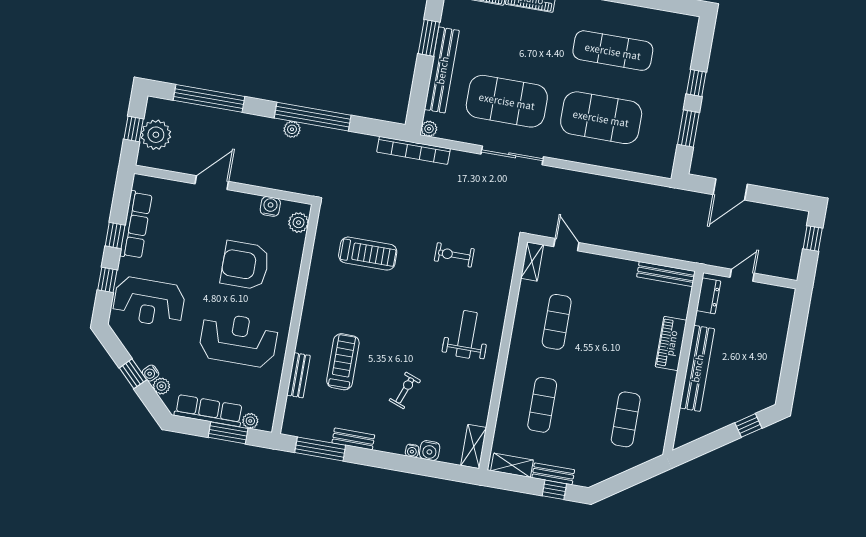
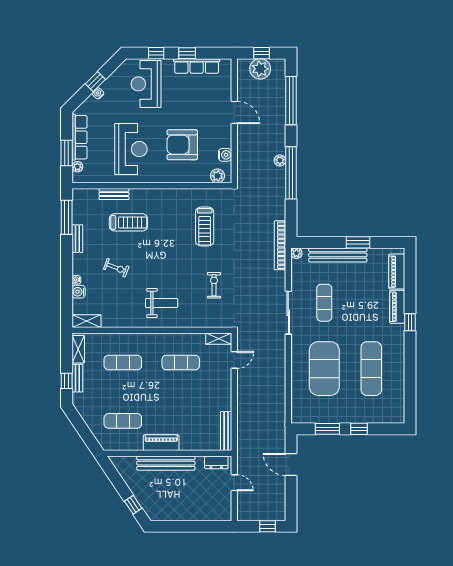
exercise mat: (507, 101) -> (324, 303), width x0.50, depth x0.69
armchair: (245, 265) -> (182, 145), turned -90
piano: (671, 343) -> (161, 443), moved
plant: (161, 386) -> (90, 102), removed

